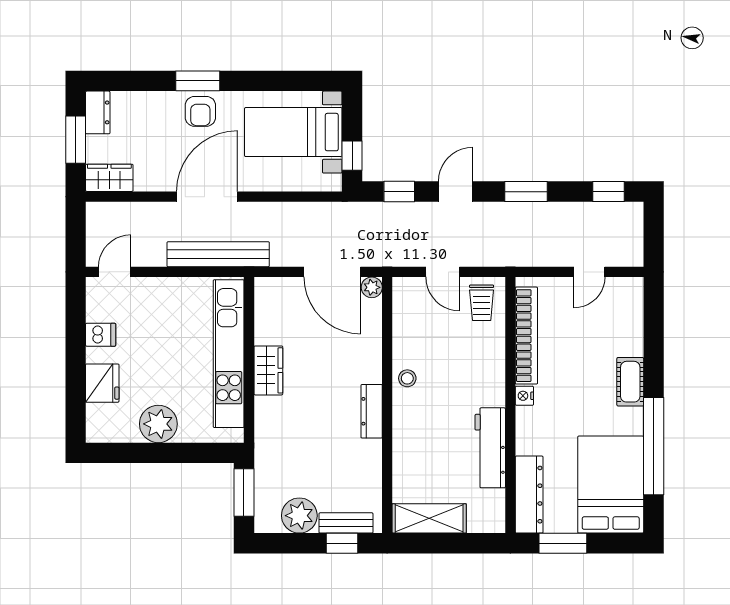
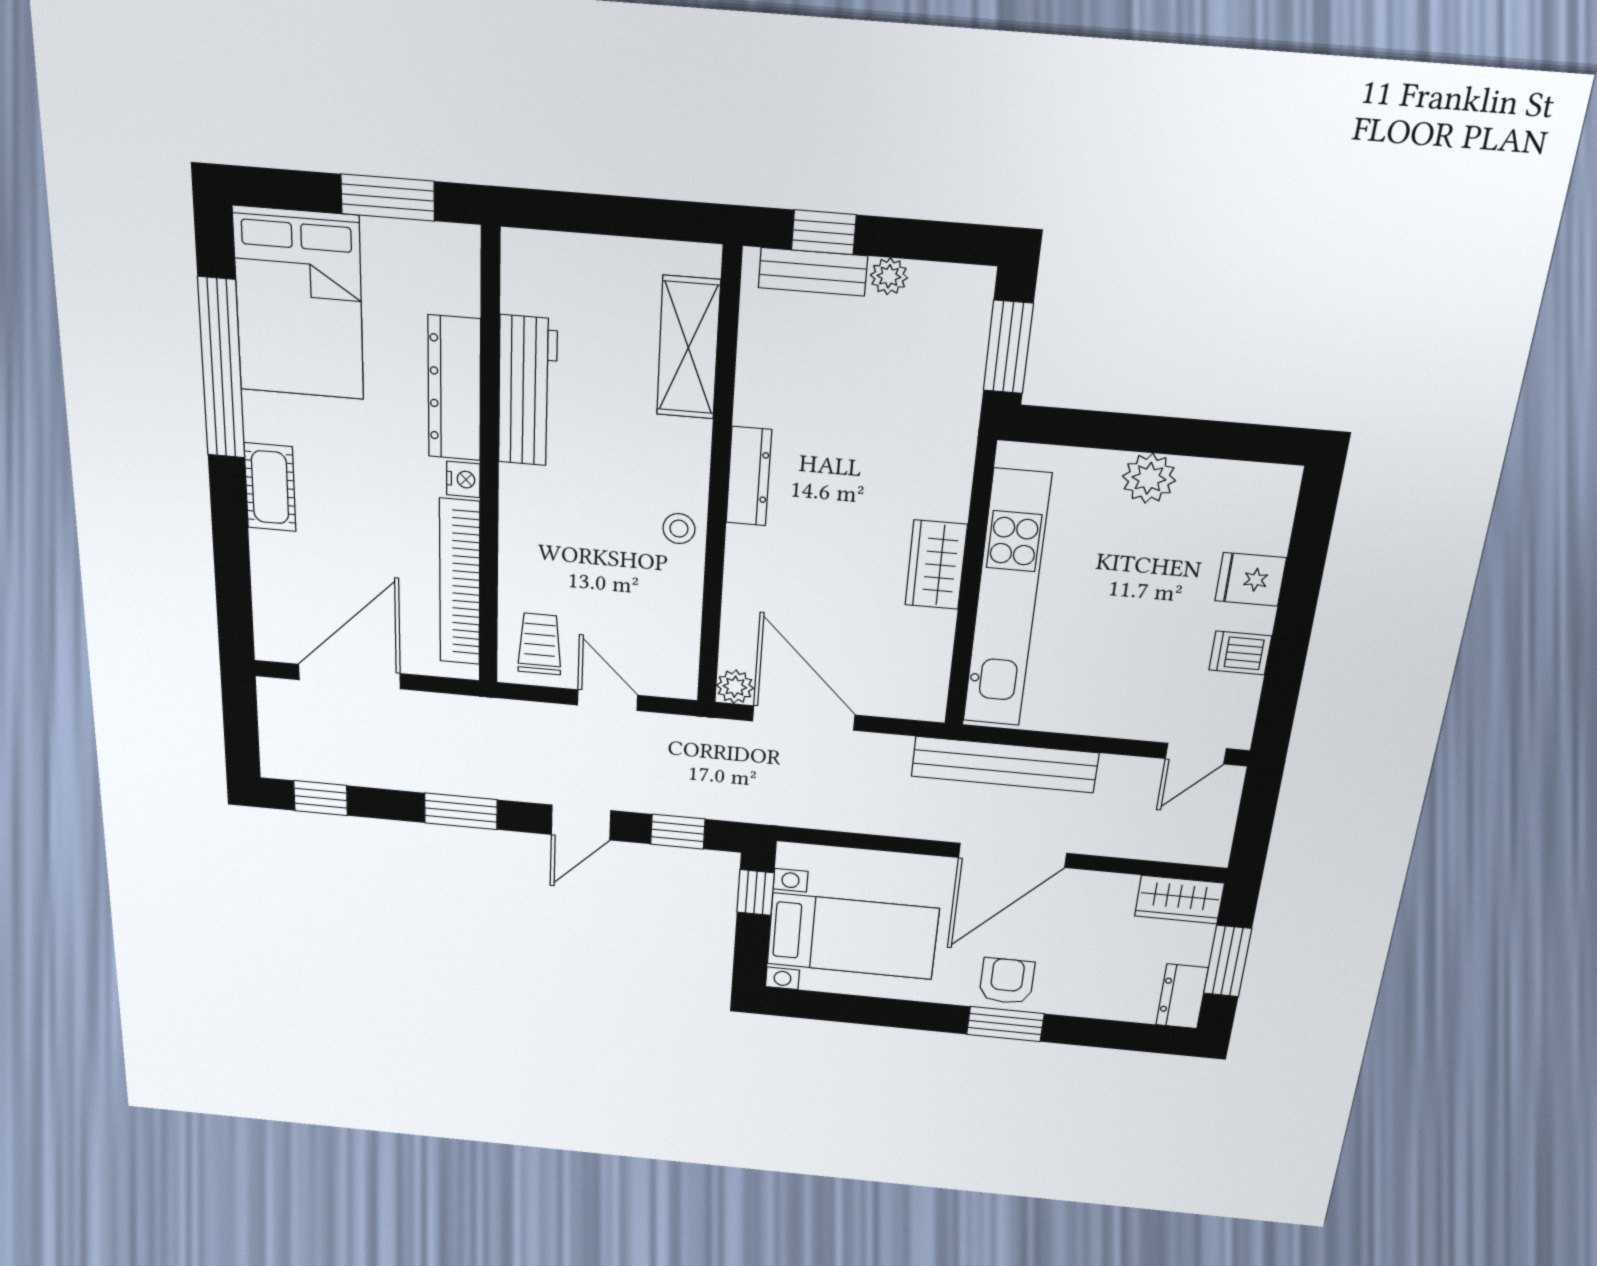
door: (589, 272) -> (349, 677), width x1.87
fridge: (102, 383) -> (1251, 579), width x0.72
plant: (158, 424) -> (1149, 478), width x0.73, depth x0.73
dresser: (529, 495) -> (454, 388), moved
plant: (299, 516) -> (889, 276), width x0.53, depth x0.53
shelving: (429, 518) -> (688, 348), moved, turned 90

